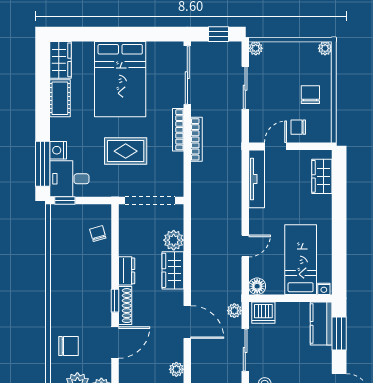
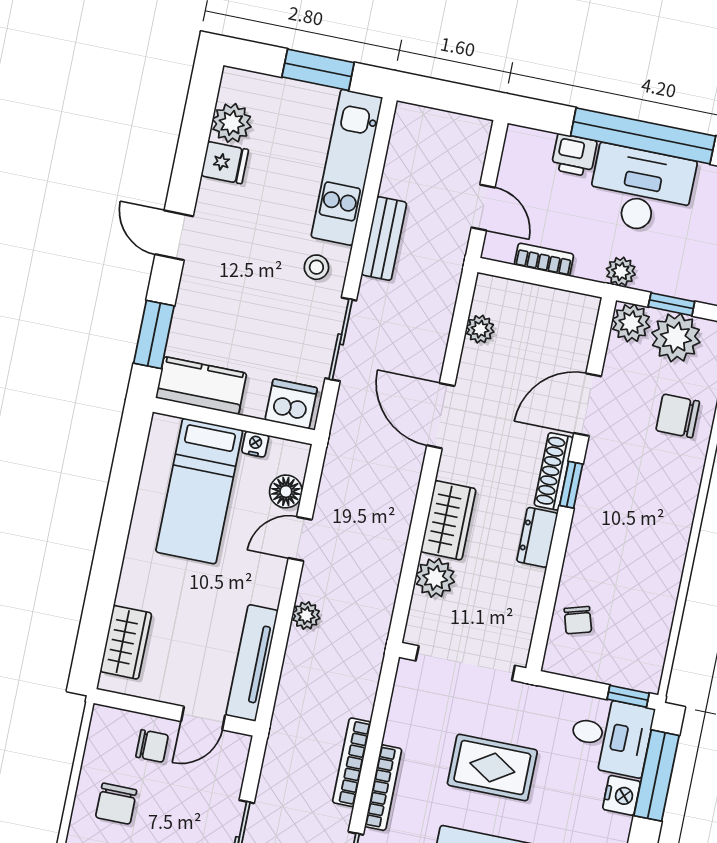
floor lamp: (257, 286) -> (286, 491), moved
nightstand: (324, 289) -> (255, 444), moved
plant: (234, 311) -> (306, 615), moved
kitchen counter: (321, 323) -> (201, 386), moved, turned -90

